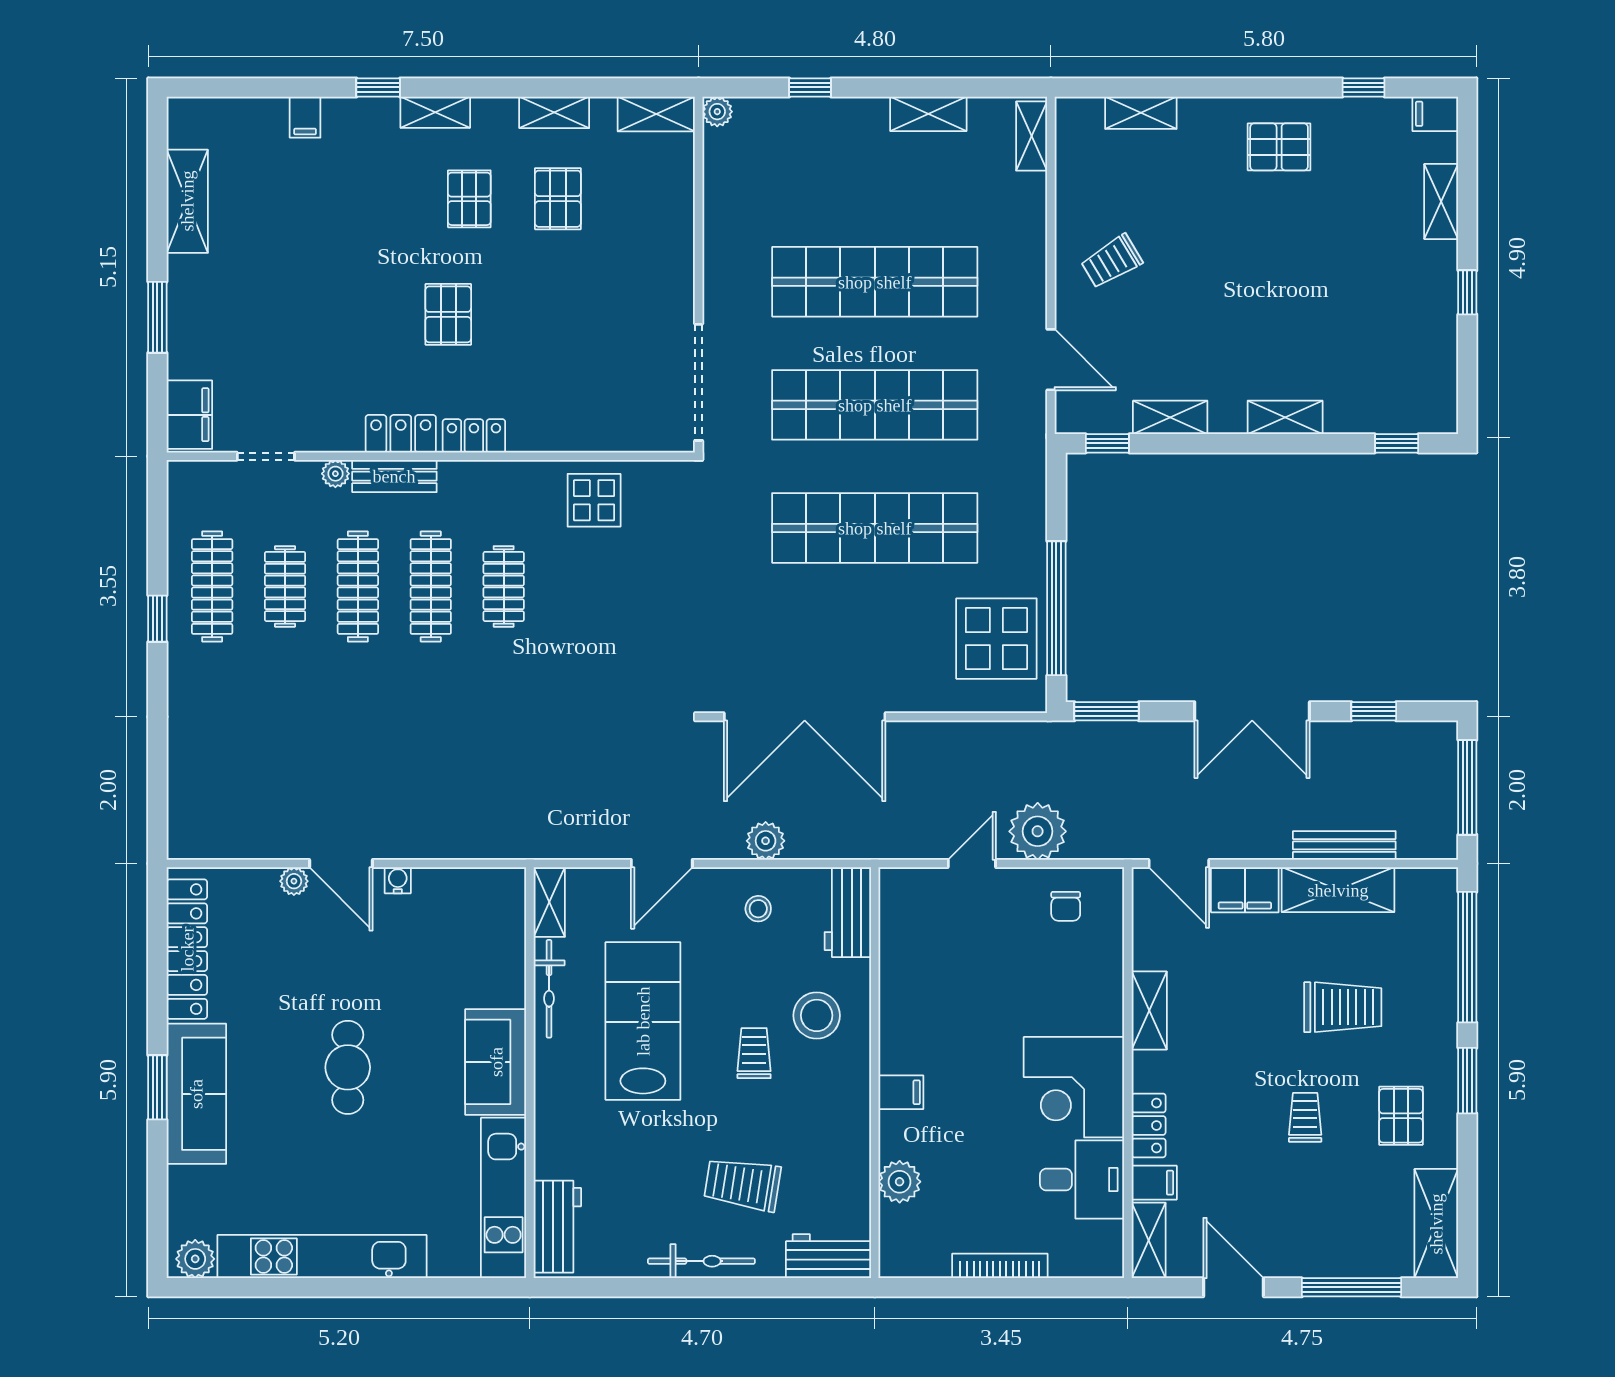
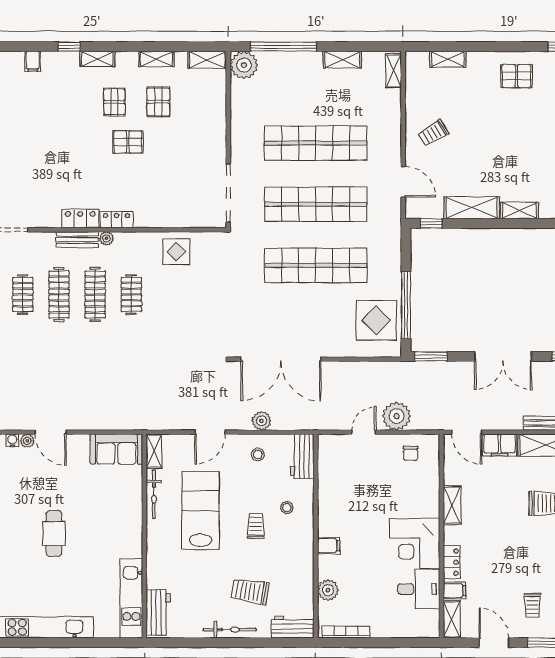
window: (810, 87) -> (284, 47), width x3.17
plant: (717, 112) -> (244, 65), width x1.88, depth x1.88
pallet: (448, 314) -> (128, 142), moved, turned 90
shelving: (1170, 417) -> (472, 208), width x1.50, depth x1.33
plant: (335, 474) -> (106, 238), moved
water cooler: (398, 880) -> (12, 440), moved
stool: (817, 1015) -> (287, 508), width x0.53, depth x0.53
sofa: (496, 1062) -> (116, 449), moved, turned -90
trolley: (1305, 1117) -> (532, 605), moved, turned 180
bookcase: (1000, 1266) -> (346, 632), moved

